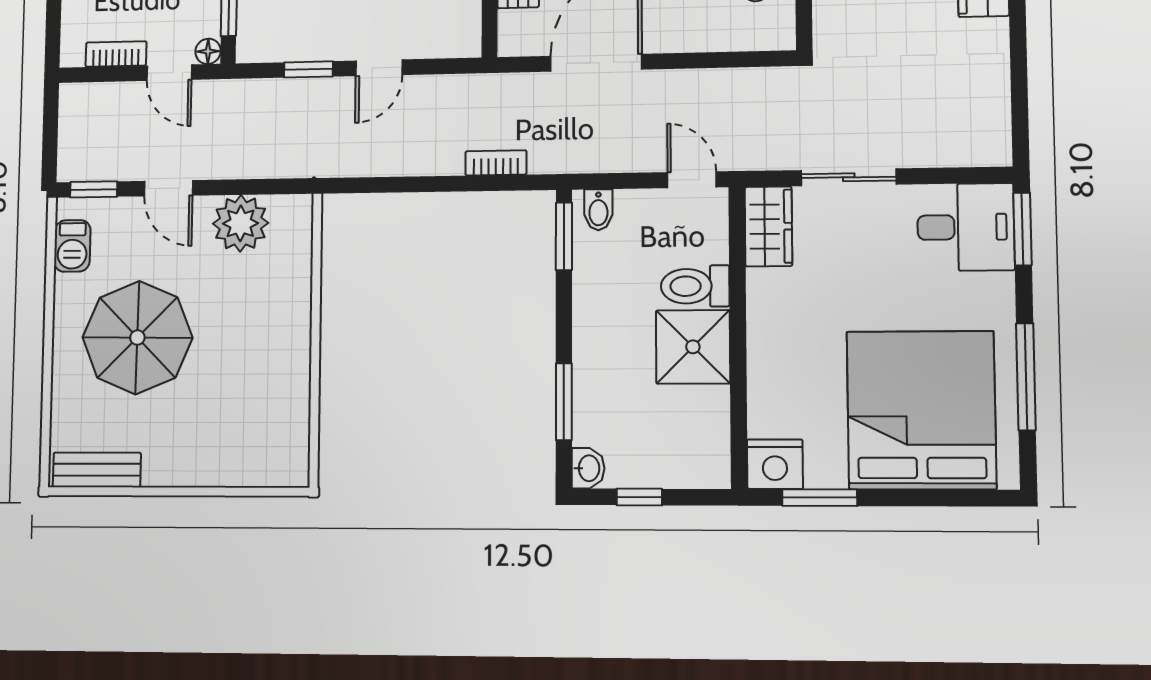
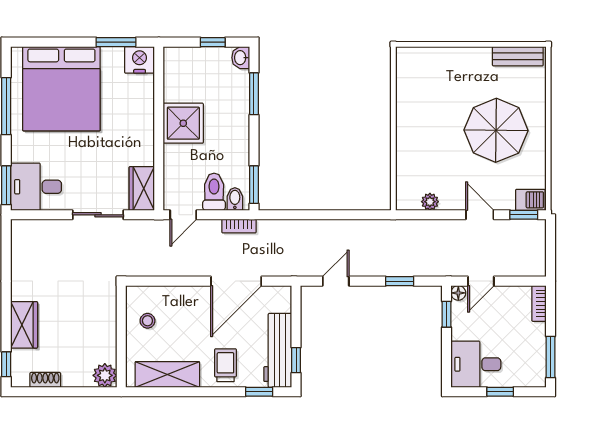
bookcase: (116, 54) -> (539, 303), moved, turned 90
door: (379, 68) -> (336, 281), moved
door: (169, 73) -> (481, 281), swing flipped
bookcase: (496, 163) -> (239, 226), moved
door: (692, 180) -> (183, 215), hinge flipped
plant: (241, 223) -> (430, 202), width x0.53, depth x0.53
barbecue: (72, 246) -> (530, 200), moved, turned 90
toilet: (695, 286) -> (214, 192), moved, turned -90

